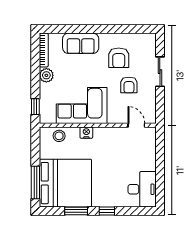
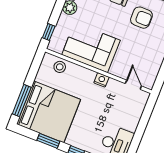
armchair: (119, 58) -> (141, 18), turned -90
armchair: (129, 85) -> (141, 46), removed
nightstand: (86, 133) -> (101, 80), moved

